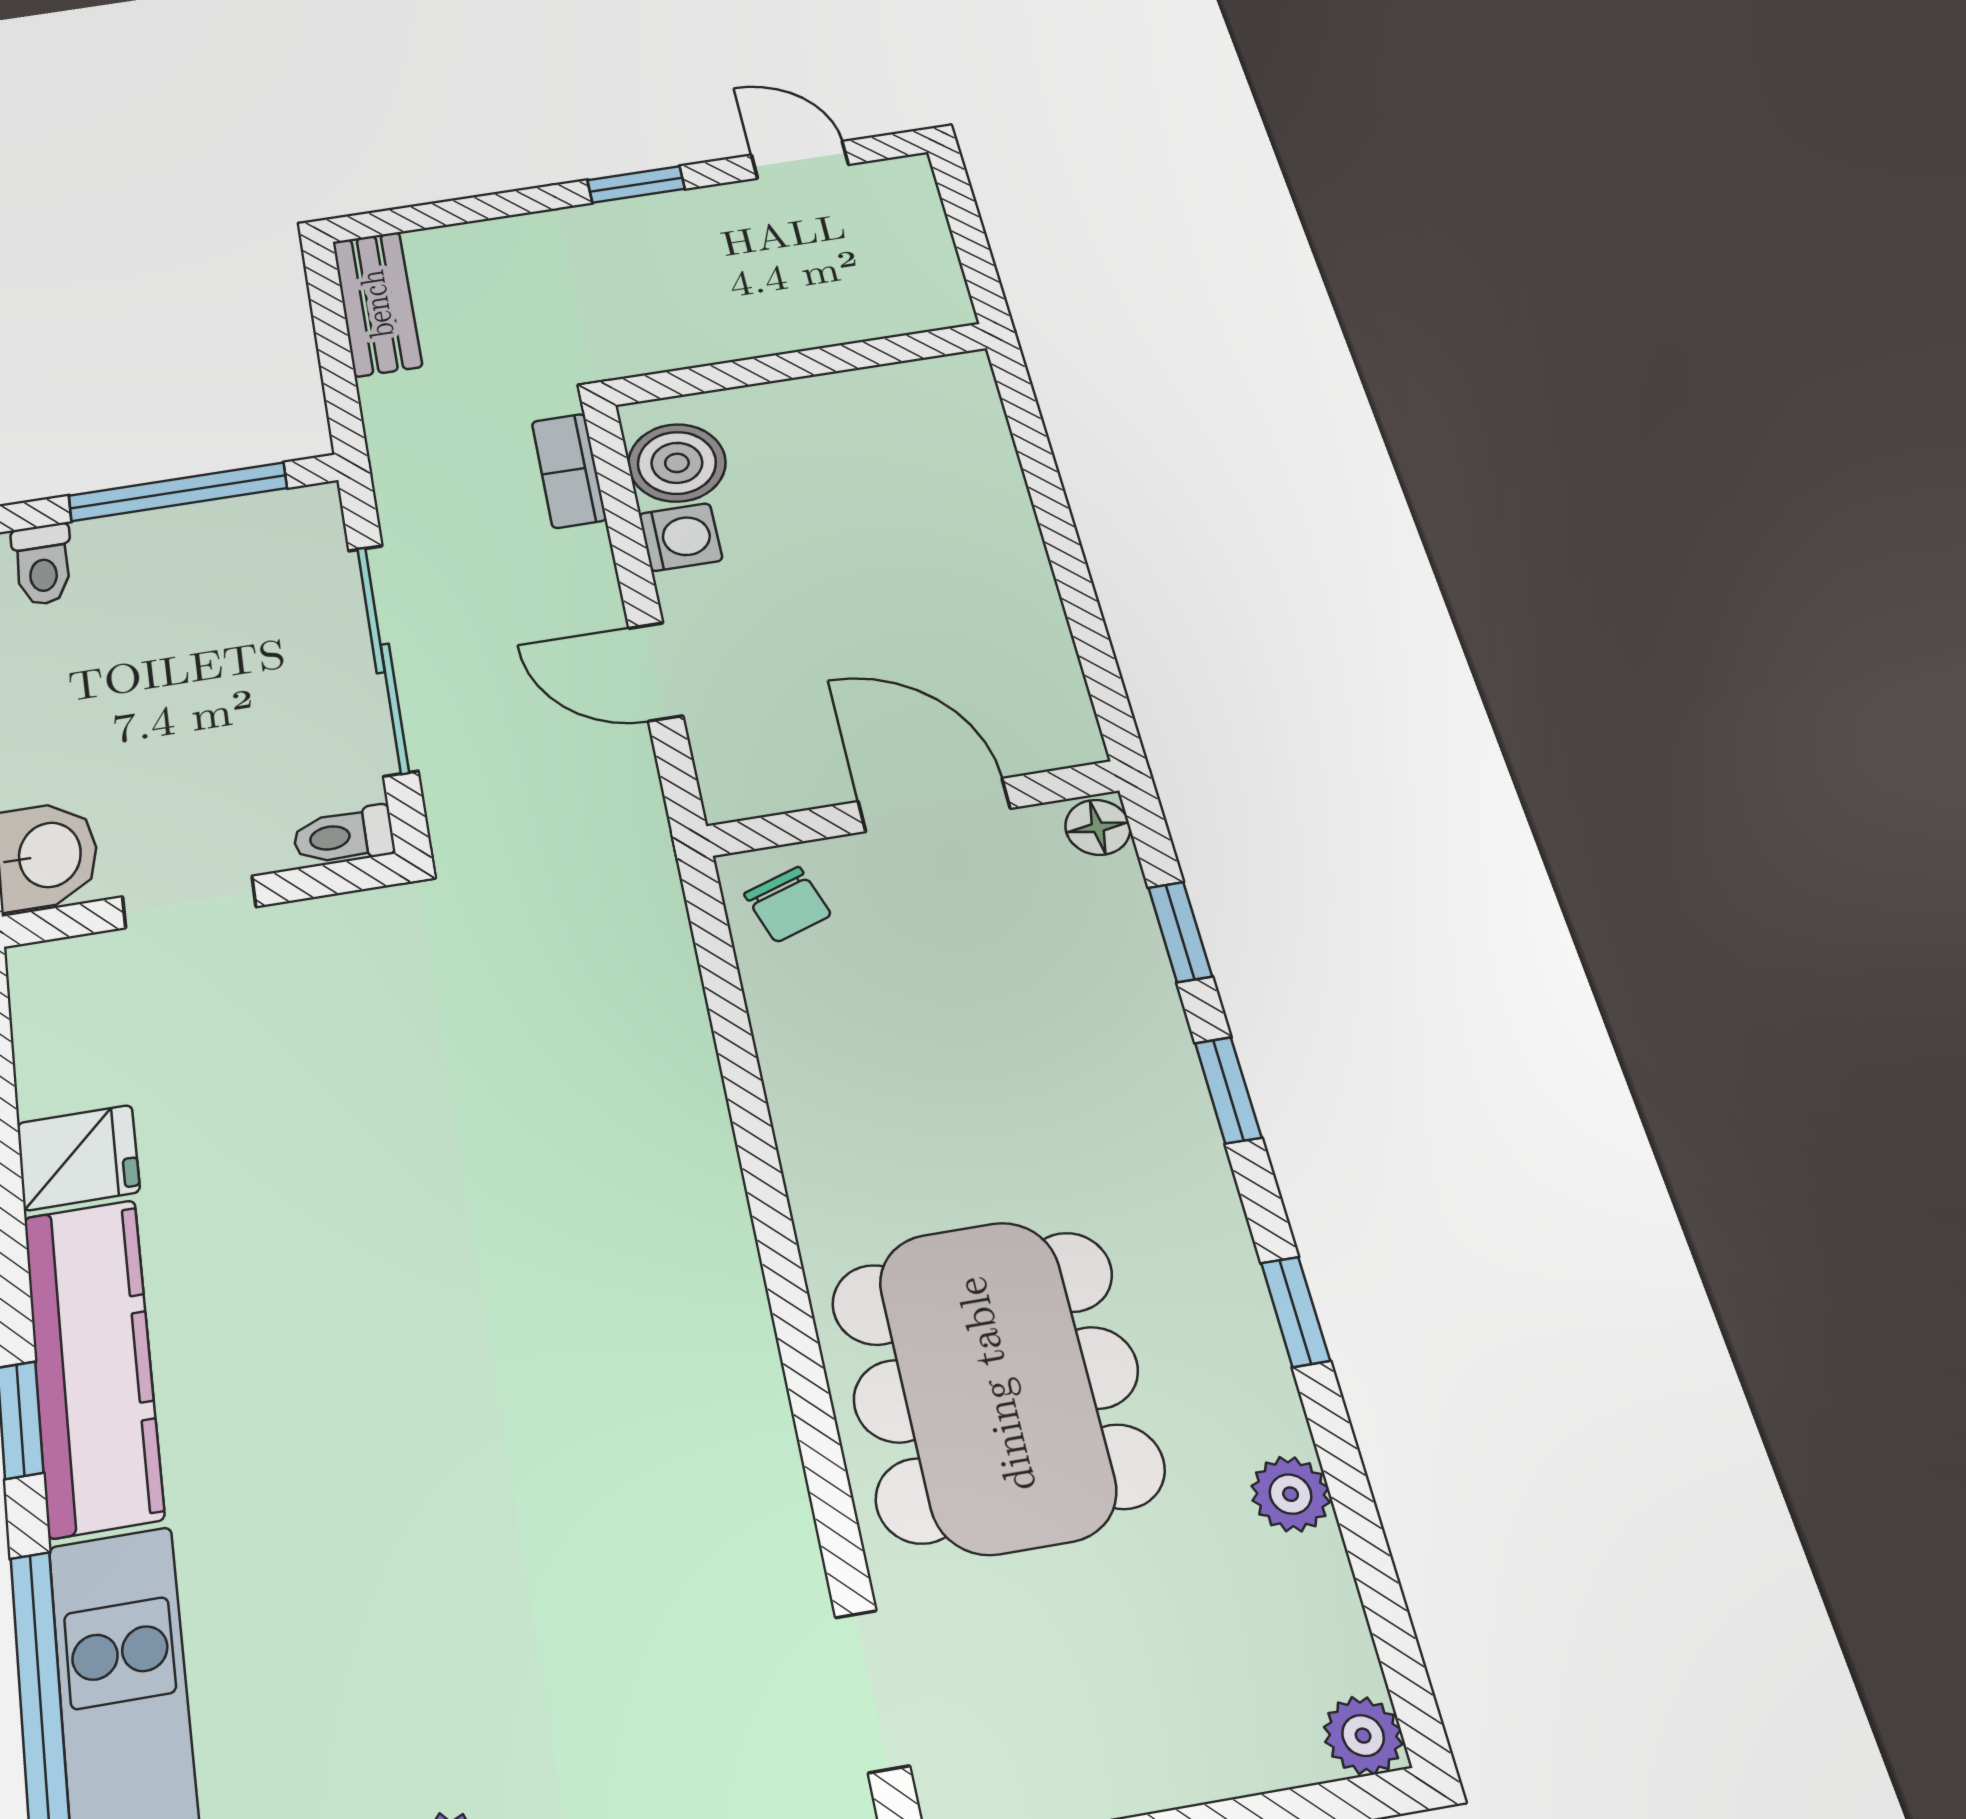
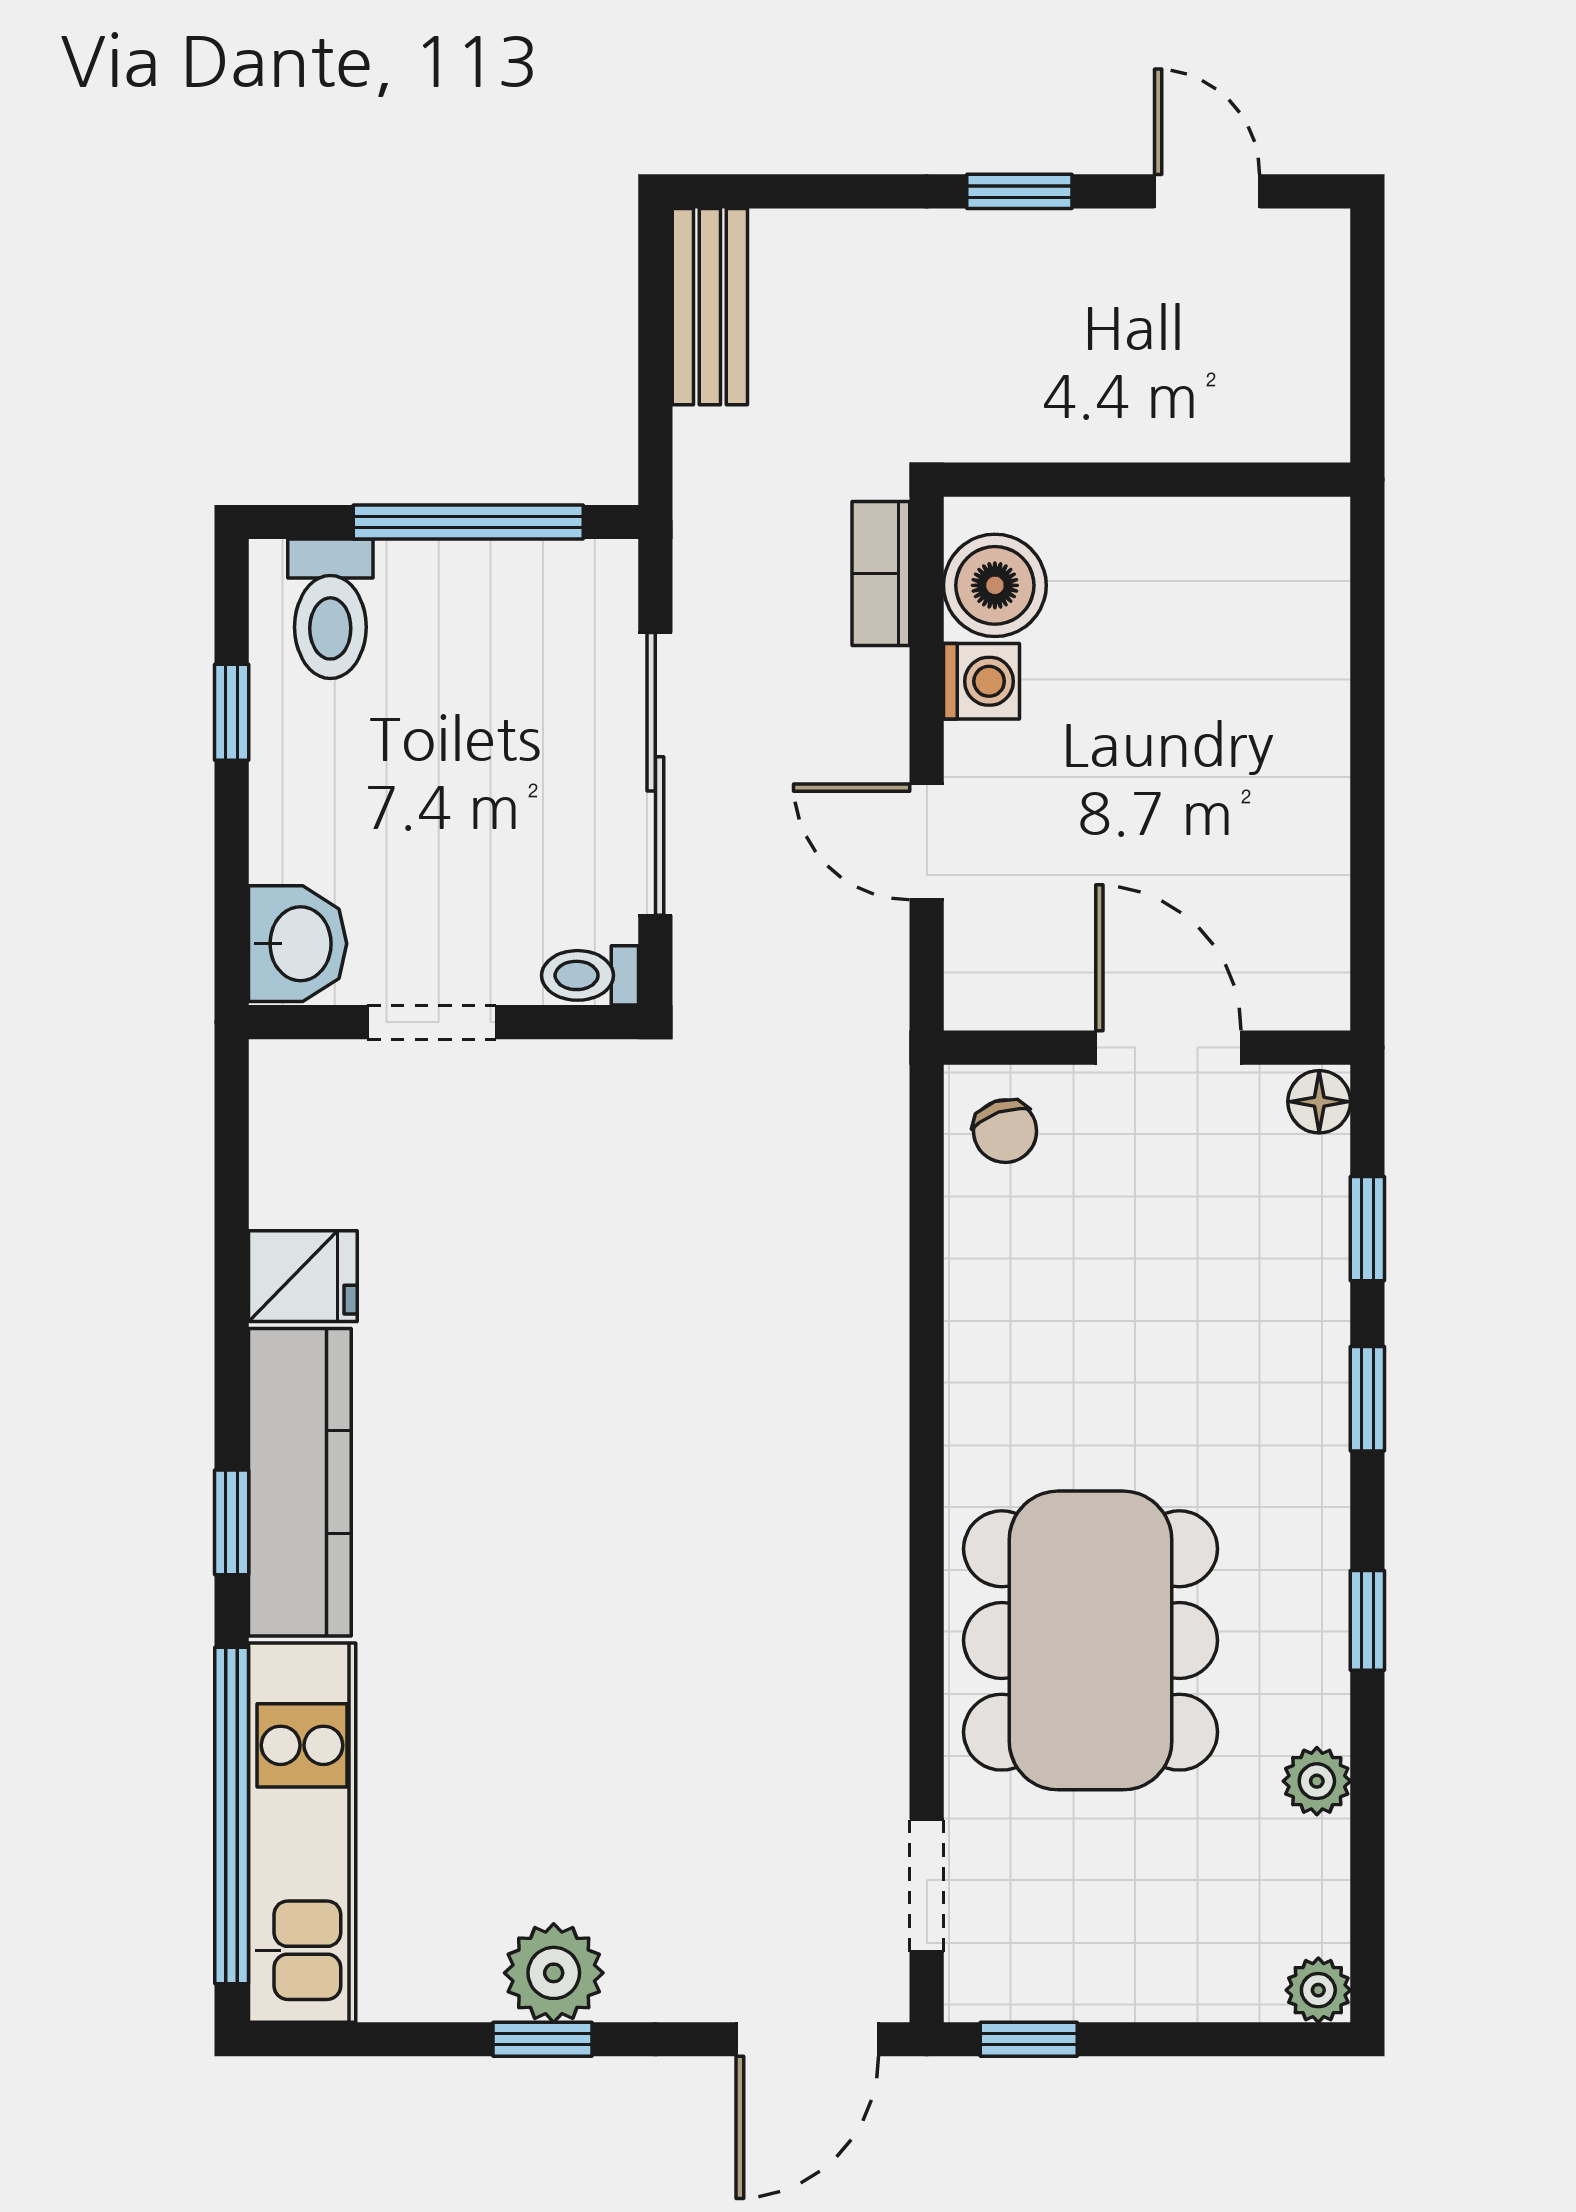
toilet: (43, 564) -> (330, 609), width x1.37, depth x1.39

